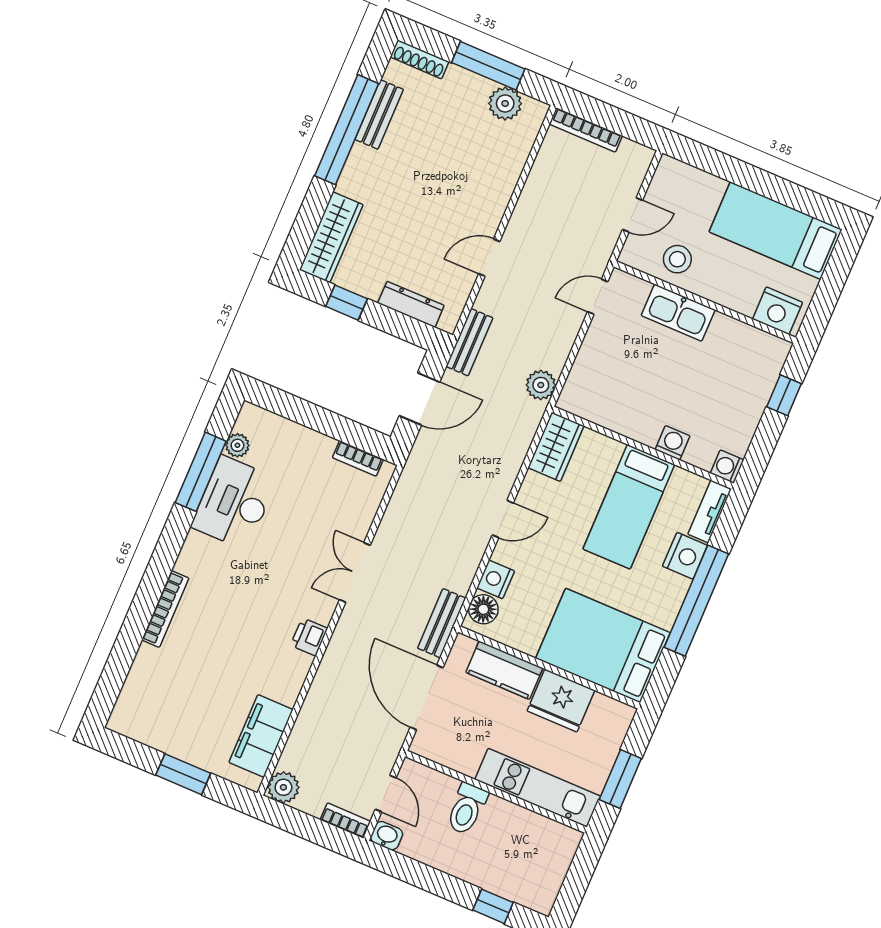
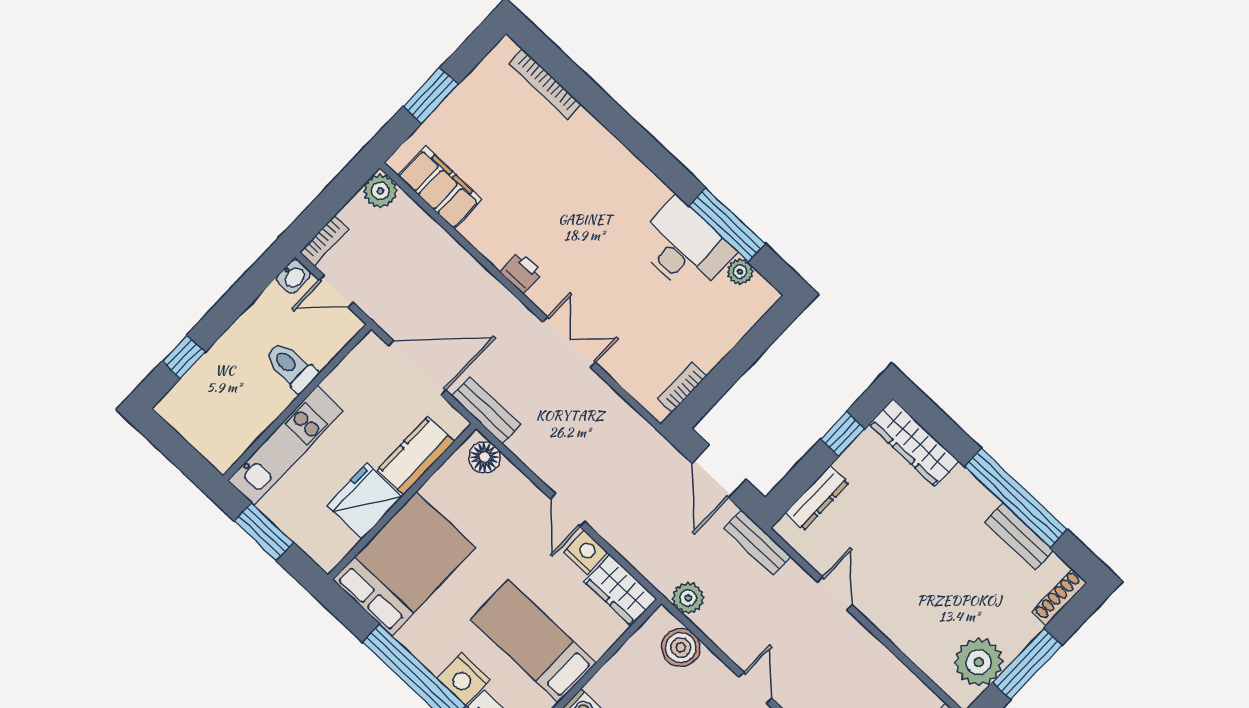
plant: (505, 103) -> (979, 662), width x1.36, depth x1.36
boiler: (587, 375) -> (681, 648), added
nightstand: (496, 579) -> (586, 552), moved
bookcase: (165, 609) -> (545, 84), moved

